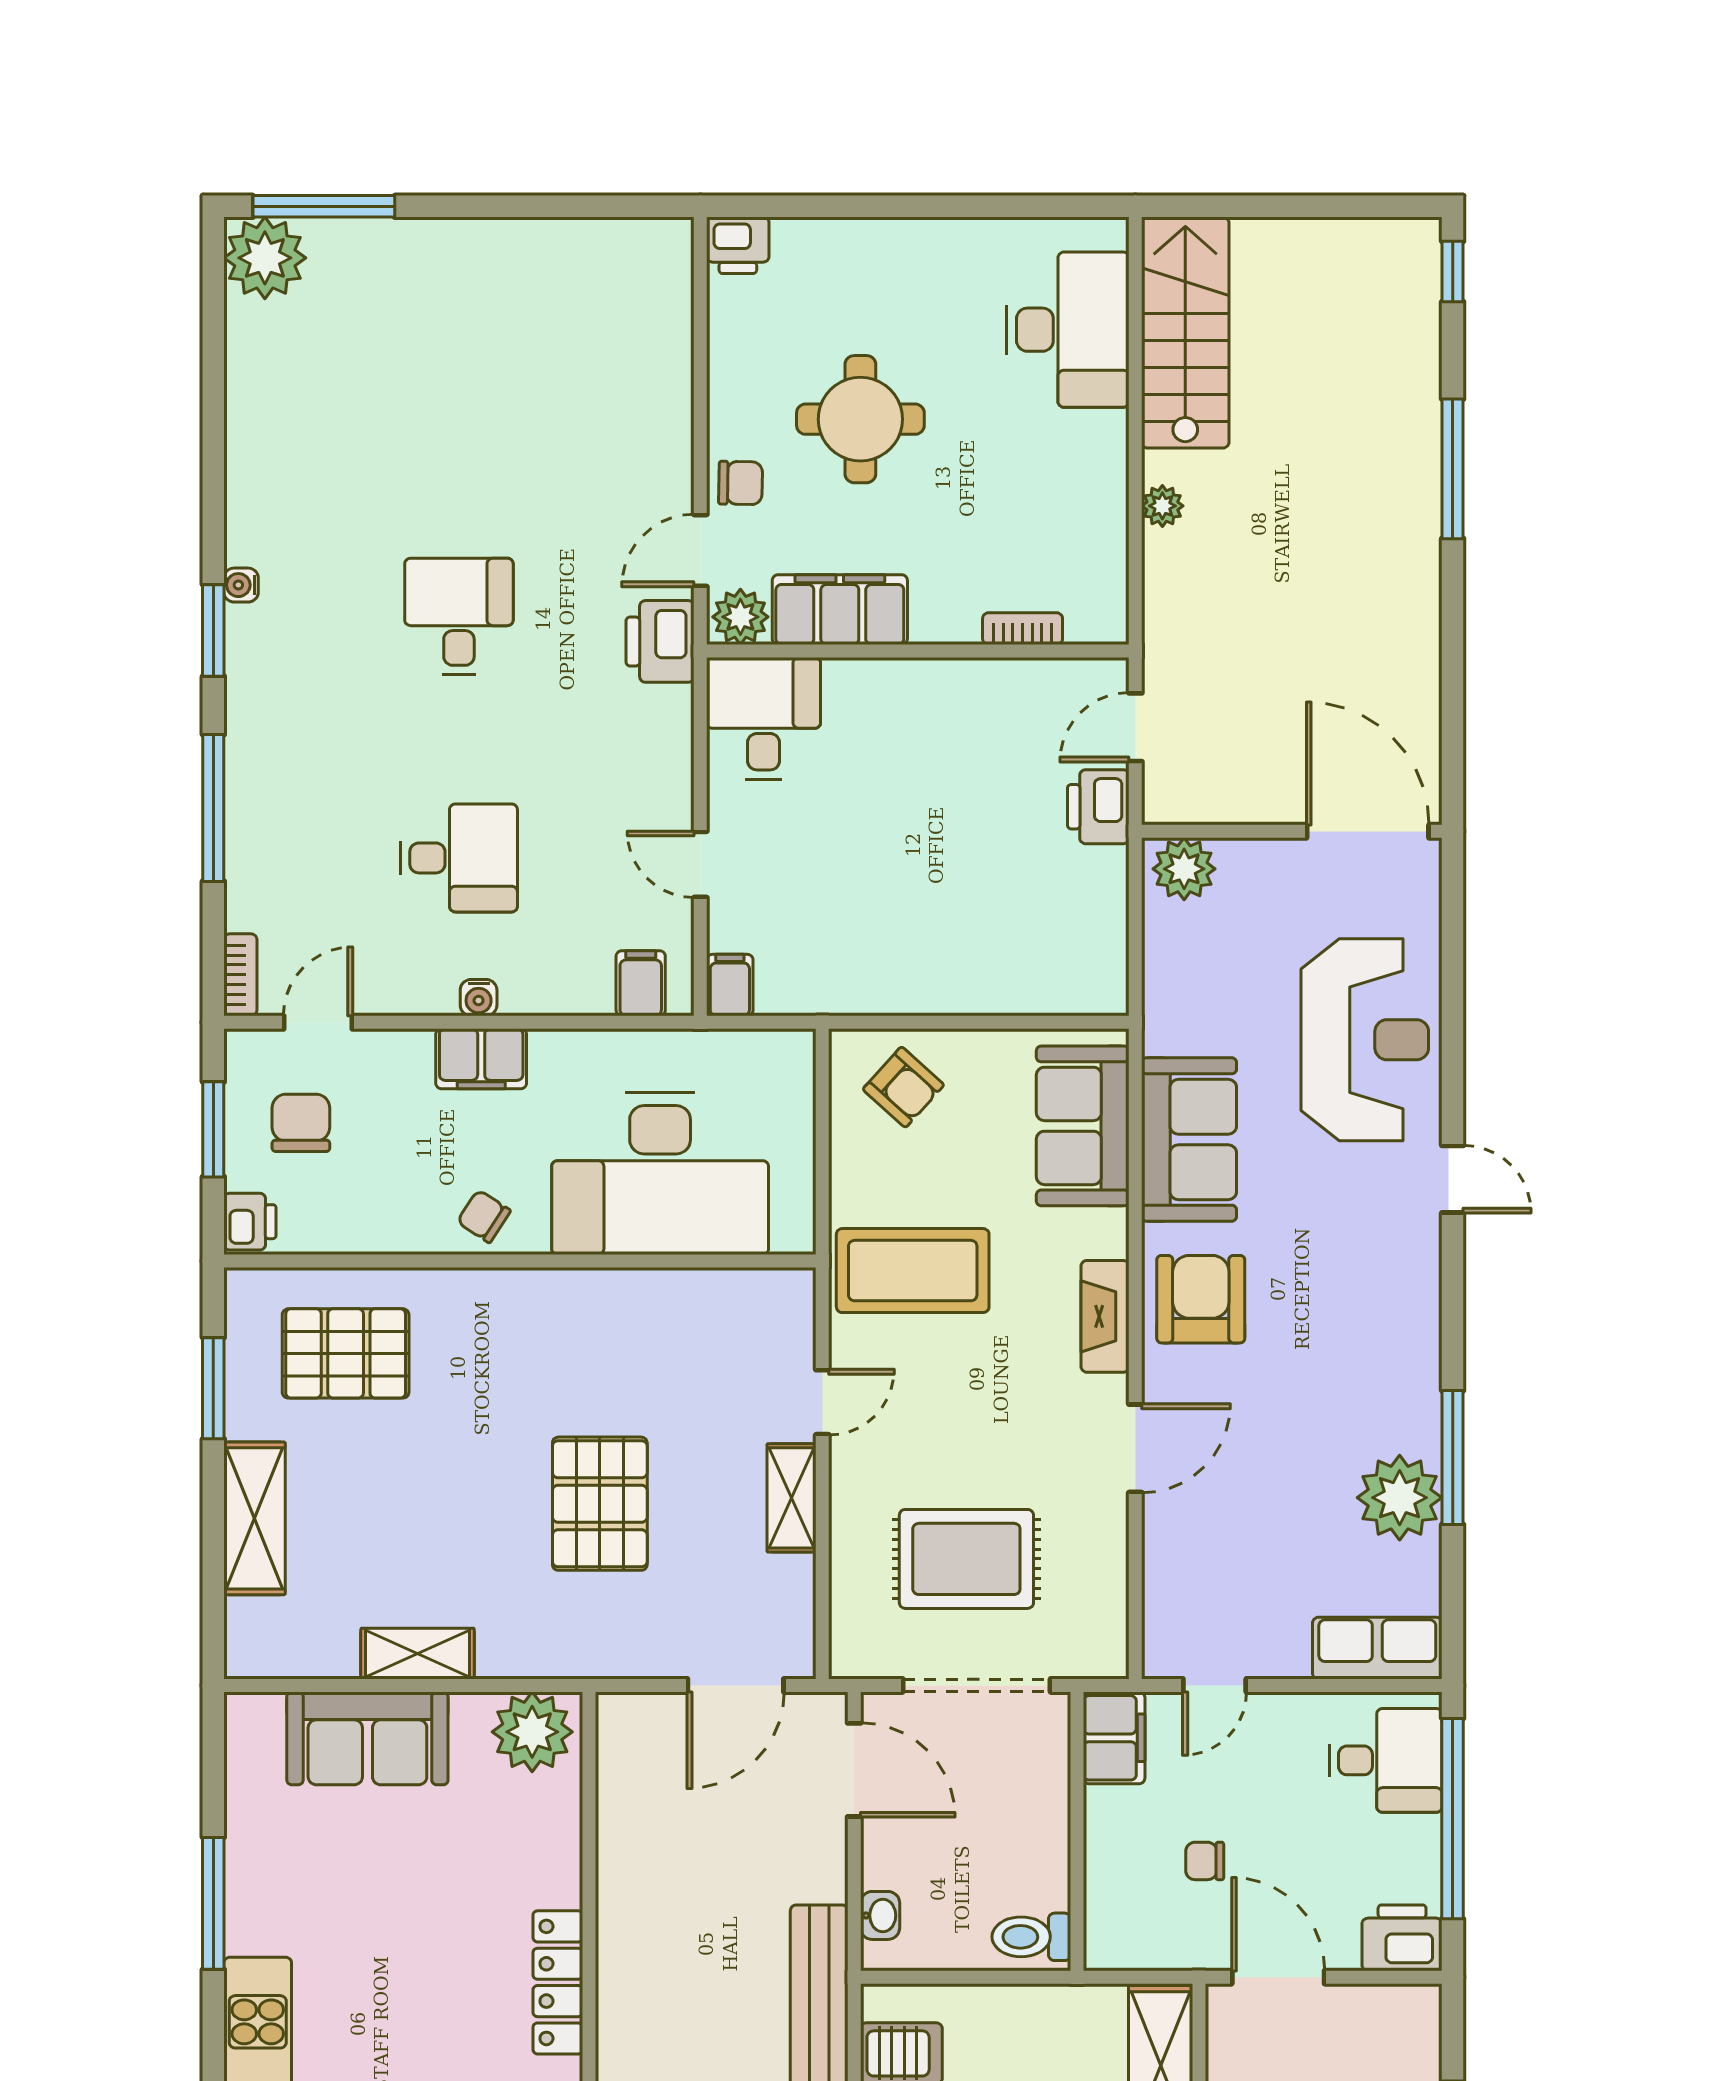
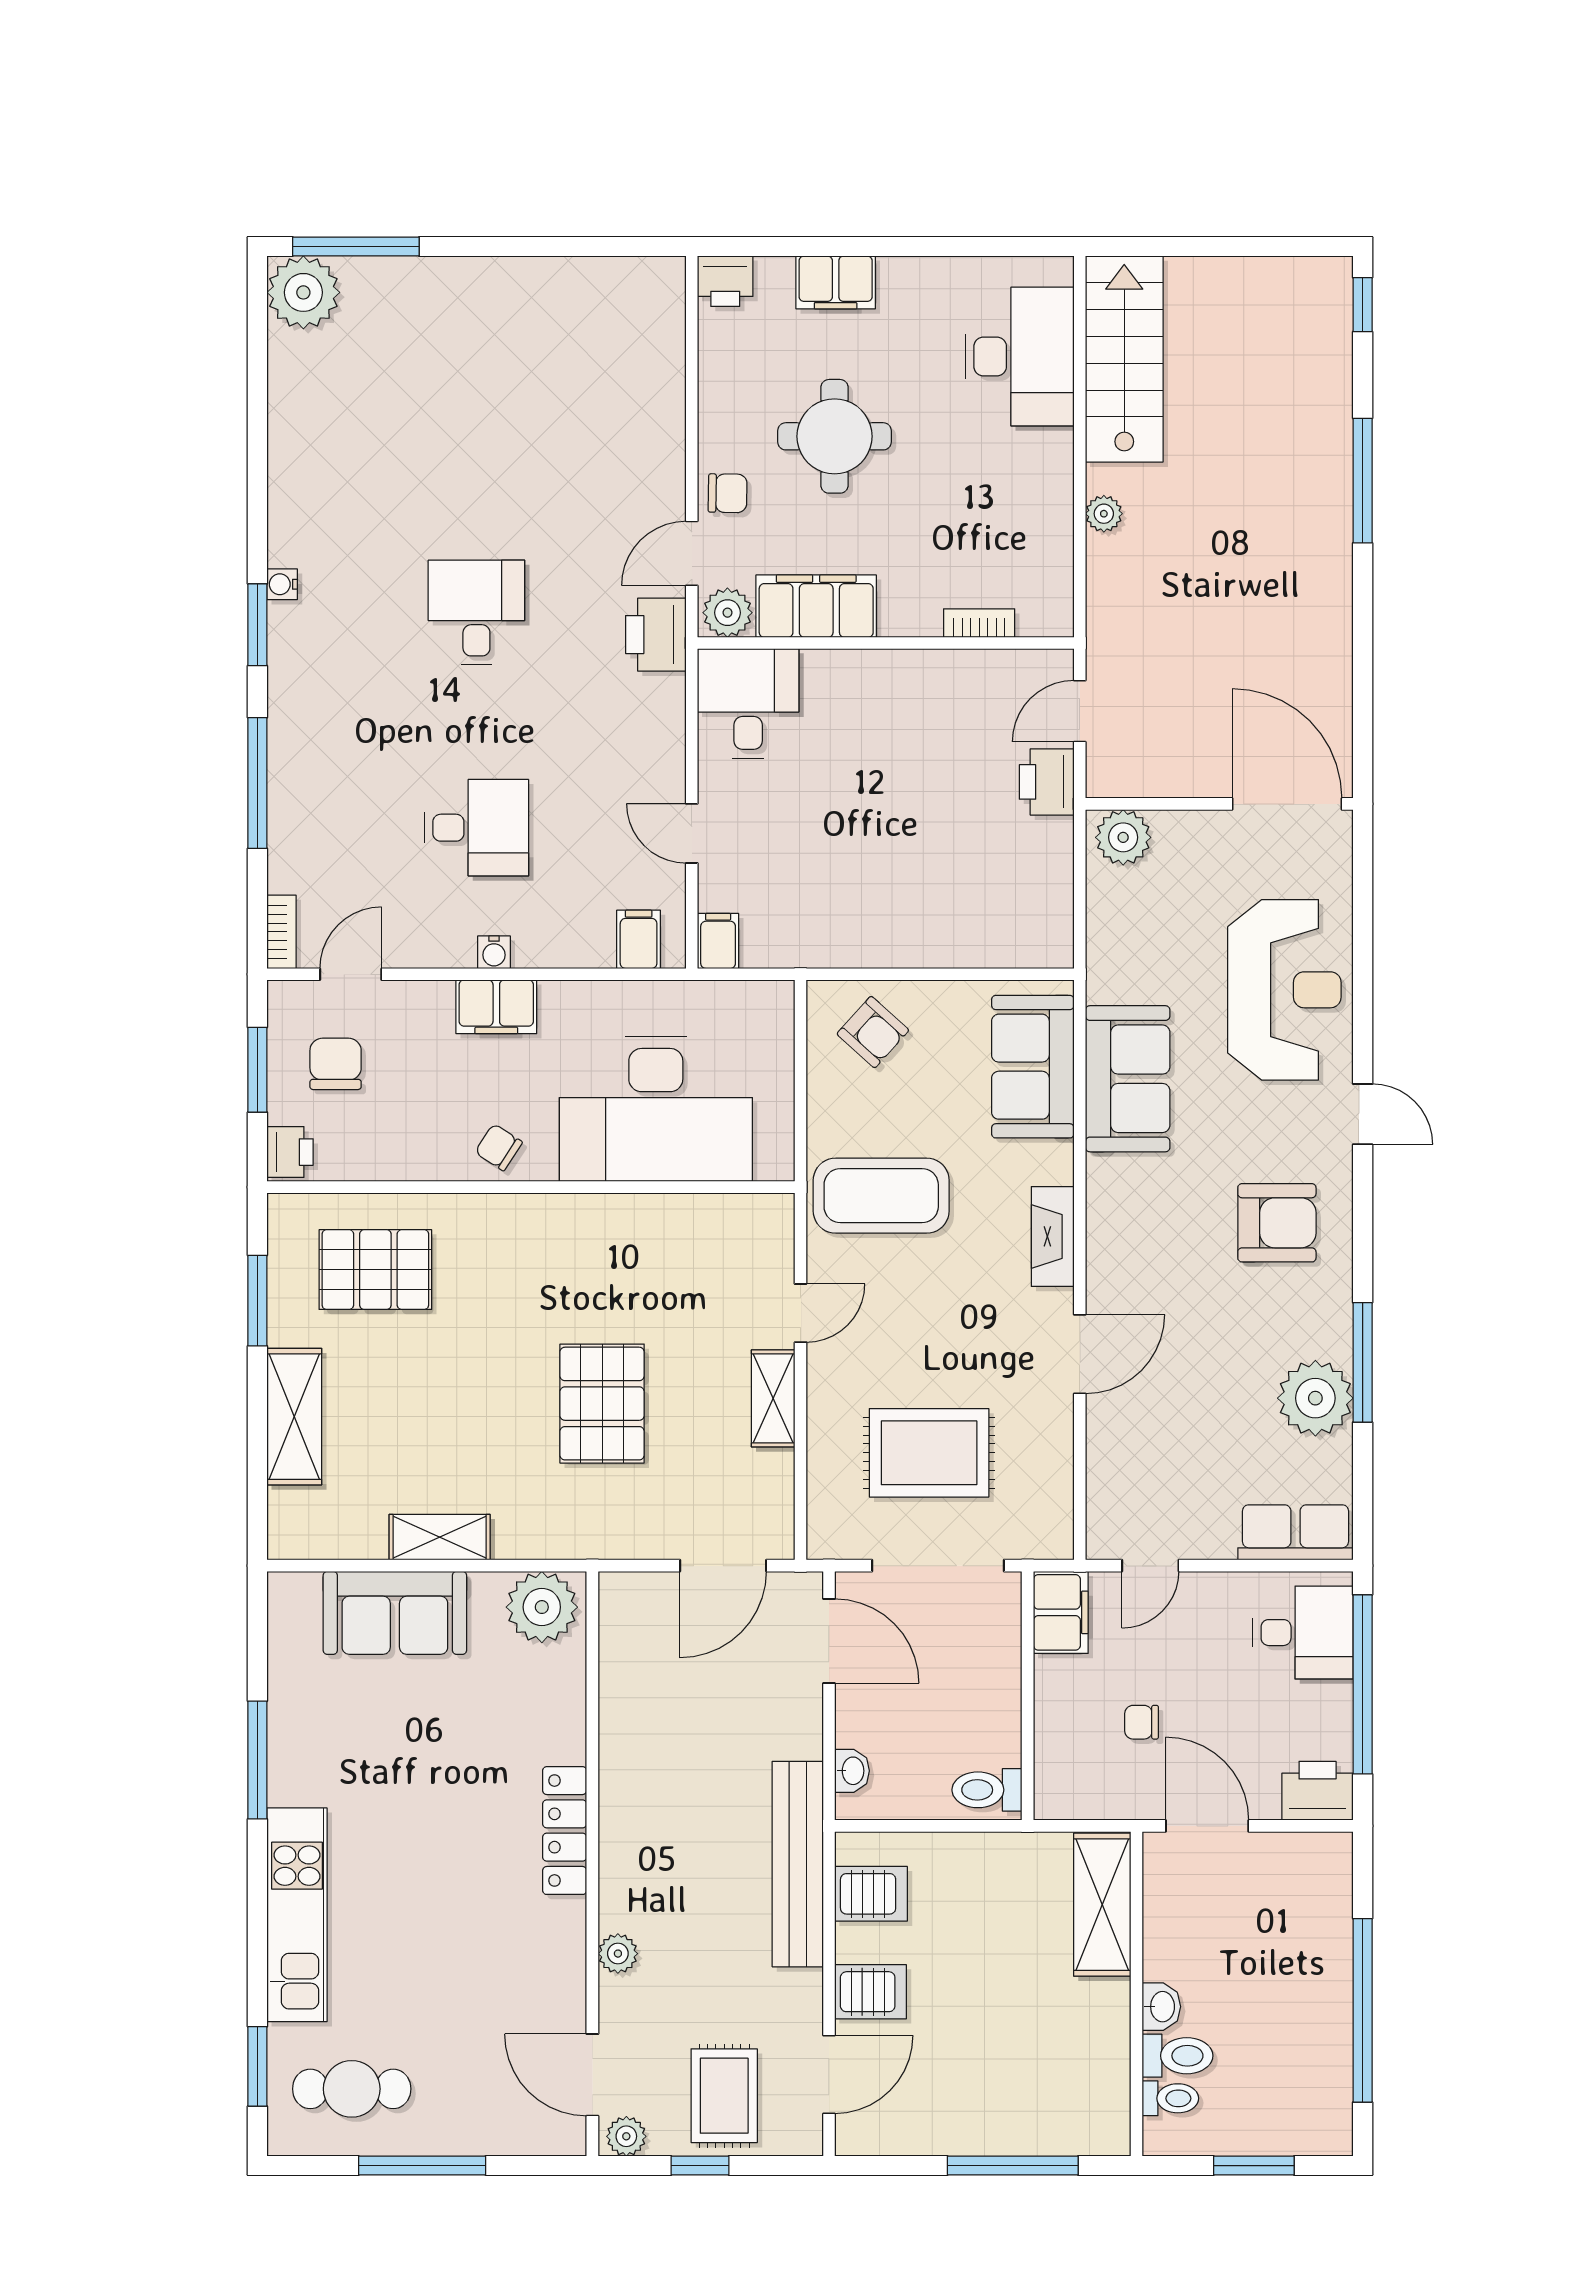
filing cabinet: (862, 247) -> (836, 282), added
armchair: (1201, 1299) -> (1277, 1223), moved, turned 90

